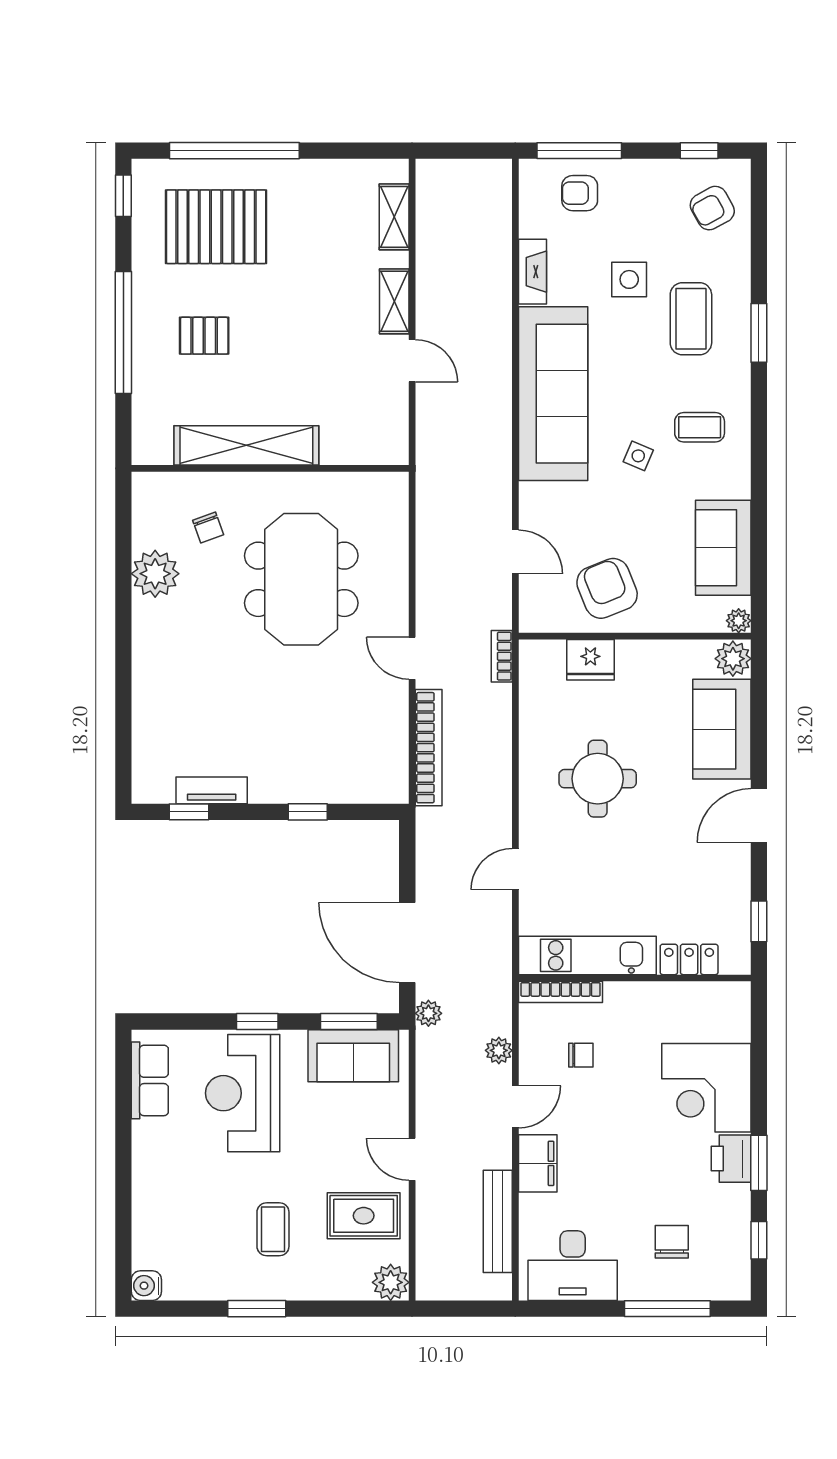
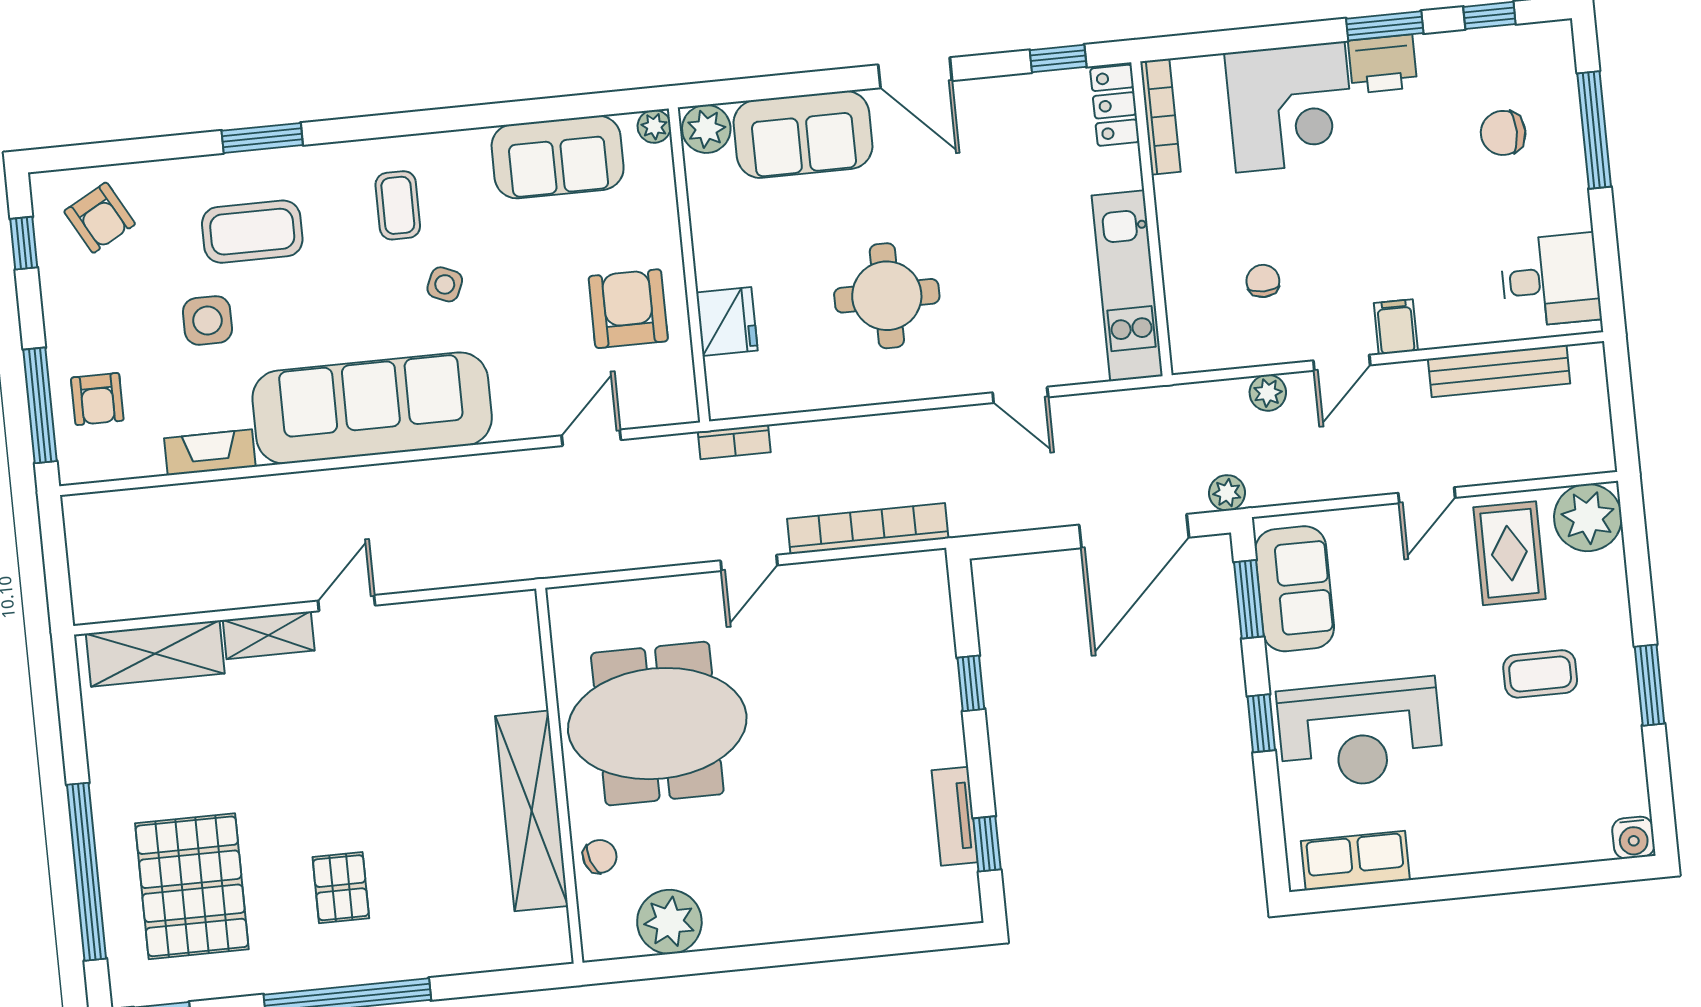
shelving: (394, 217) -> (155, 654), width x1.50, depth x1.33
shelving: (246, 445) -> (532, 811), moved
wall: (270, 468) -> (559, 776), moved
armchair: (607, 588) -> (628, 309), turned 112
locker: (689, 959) -> (1115, 105), moved
bookcase: (560, 992) -> (1160, 117), moved
door: (515, 1107) -> (1342, 363), swing flipped
filing cabinet: (538, 1163) -> (1396, 327), width x0.50
desk: (573, 1266) -> (1550, 280), width x0.73
plant: (391, 1282) -> (1588, 518), width x1.36, depth x1.36

